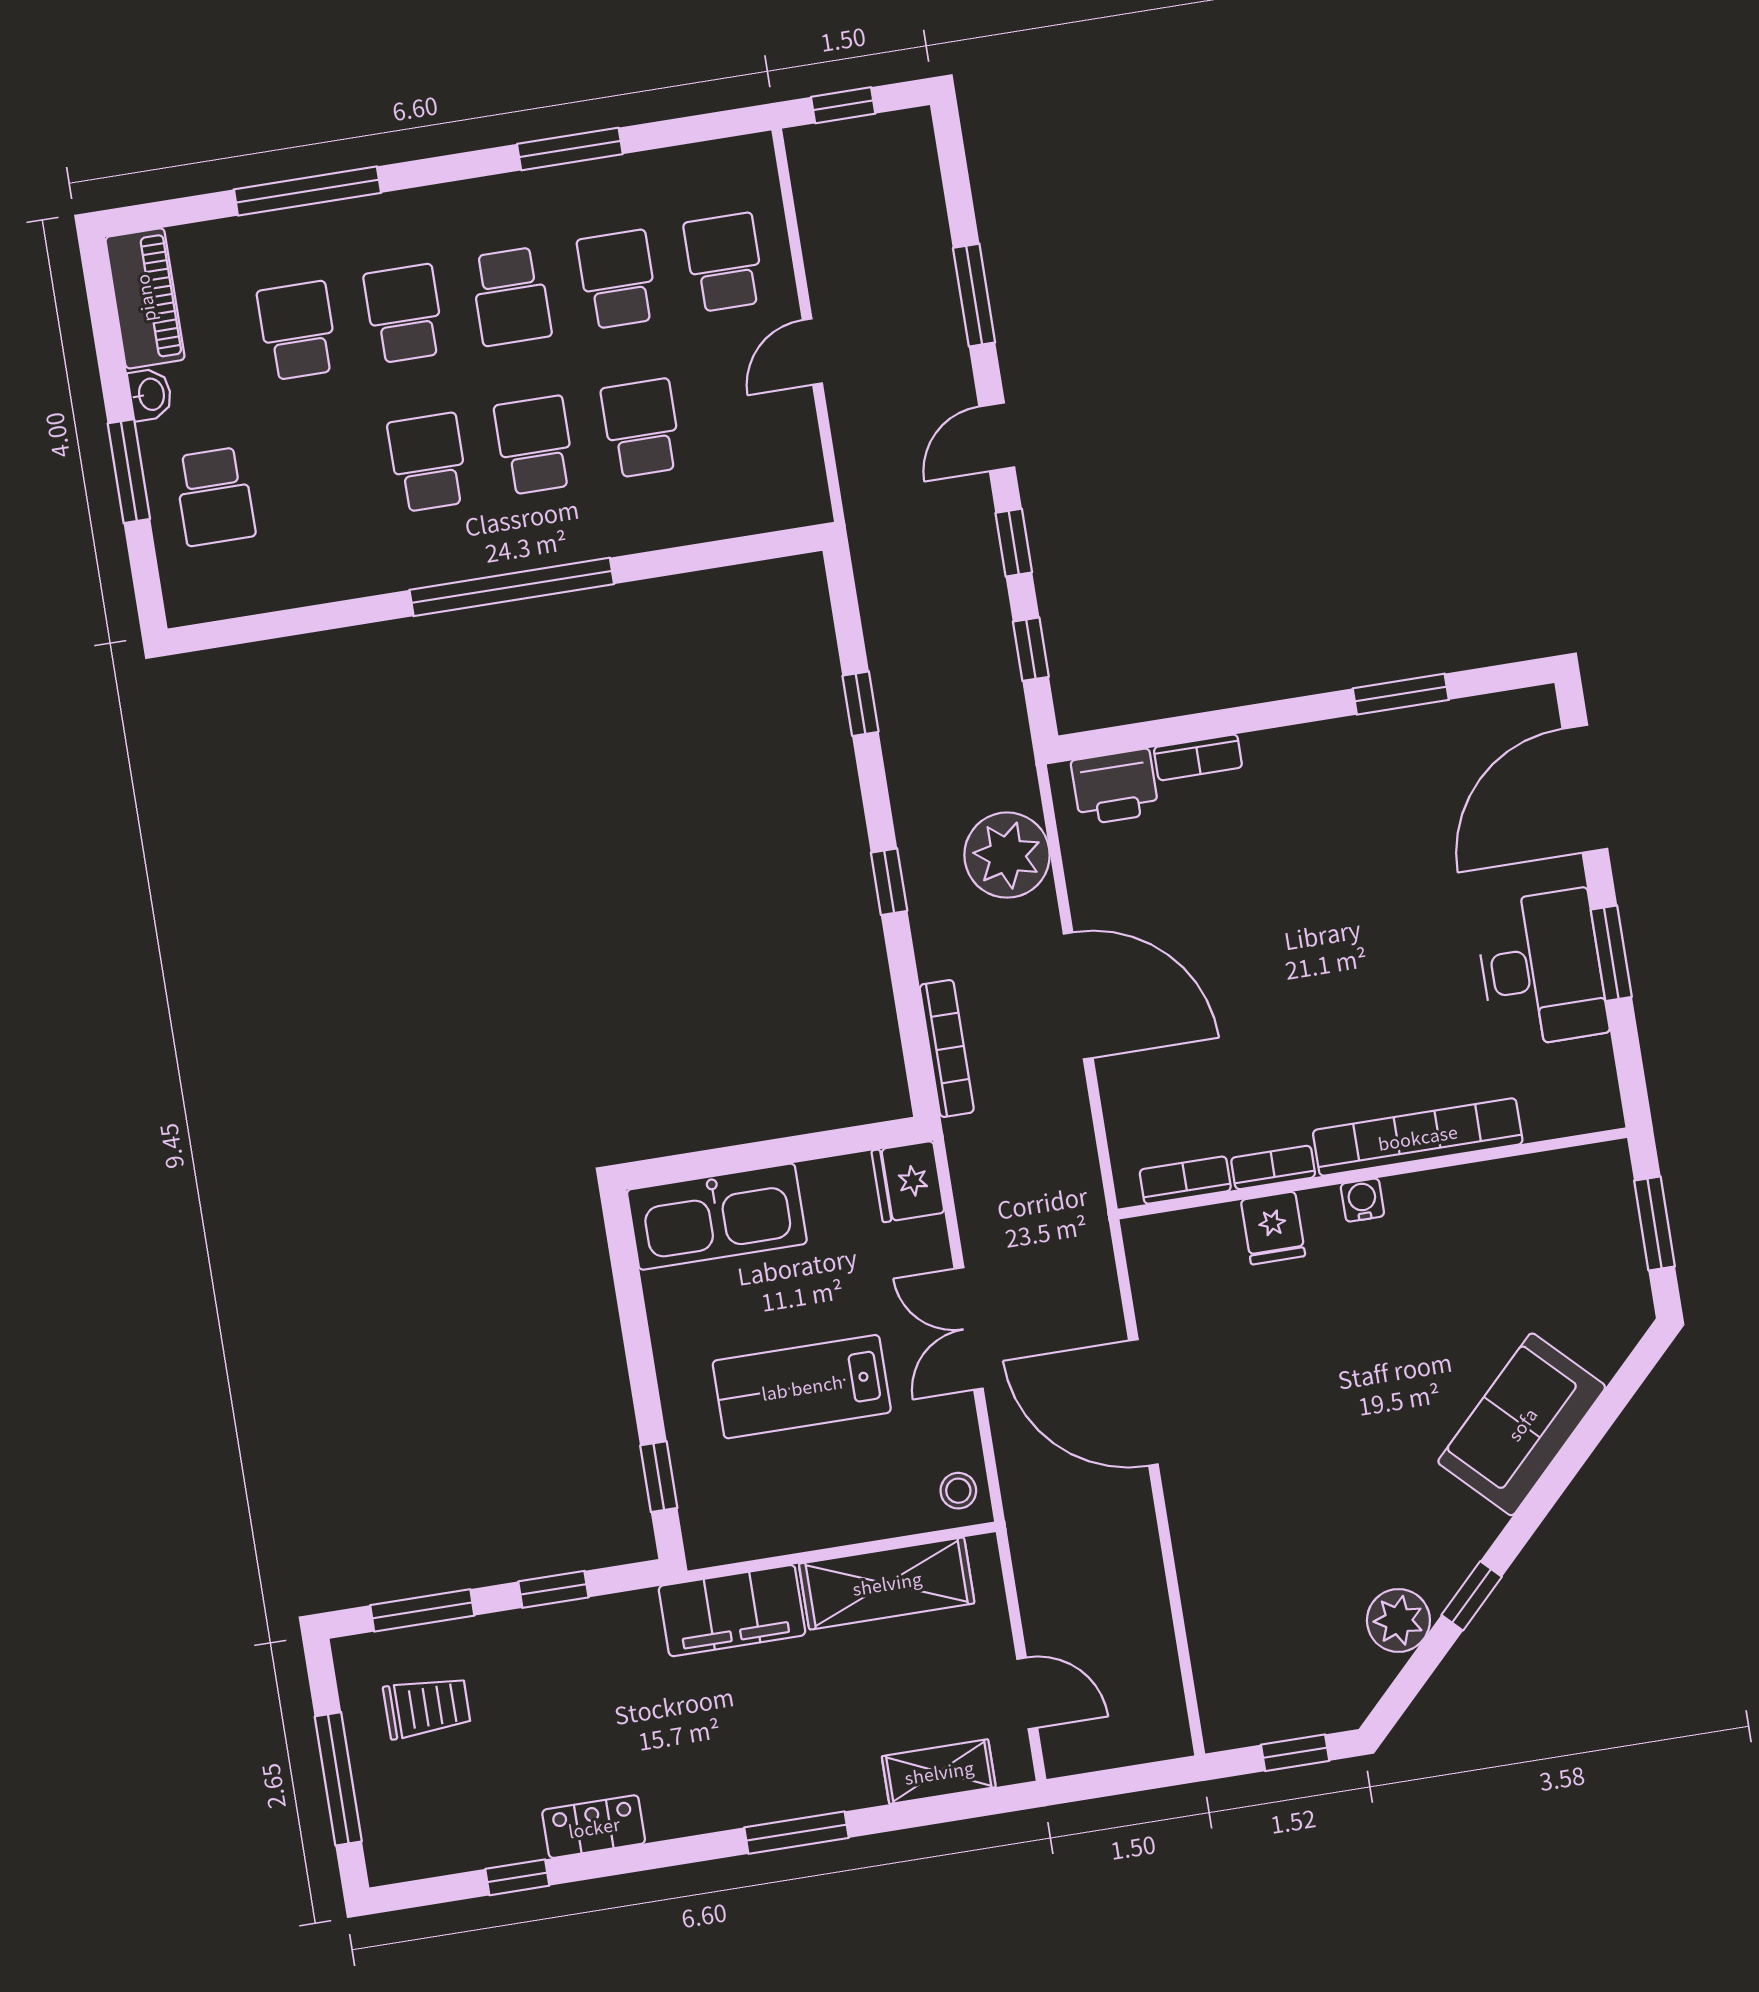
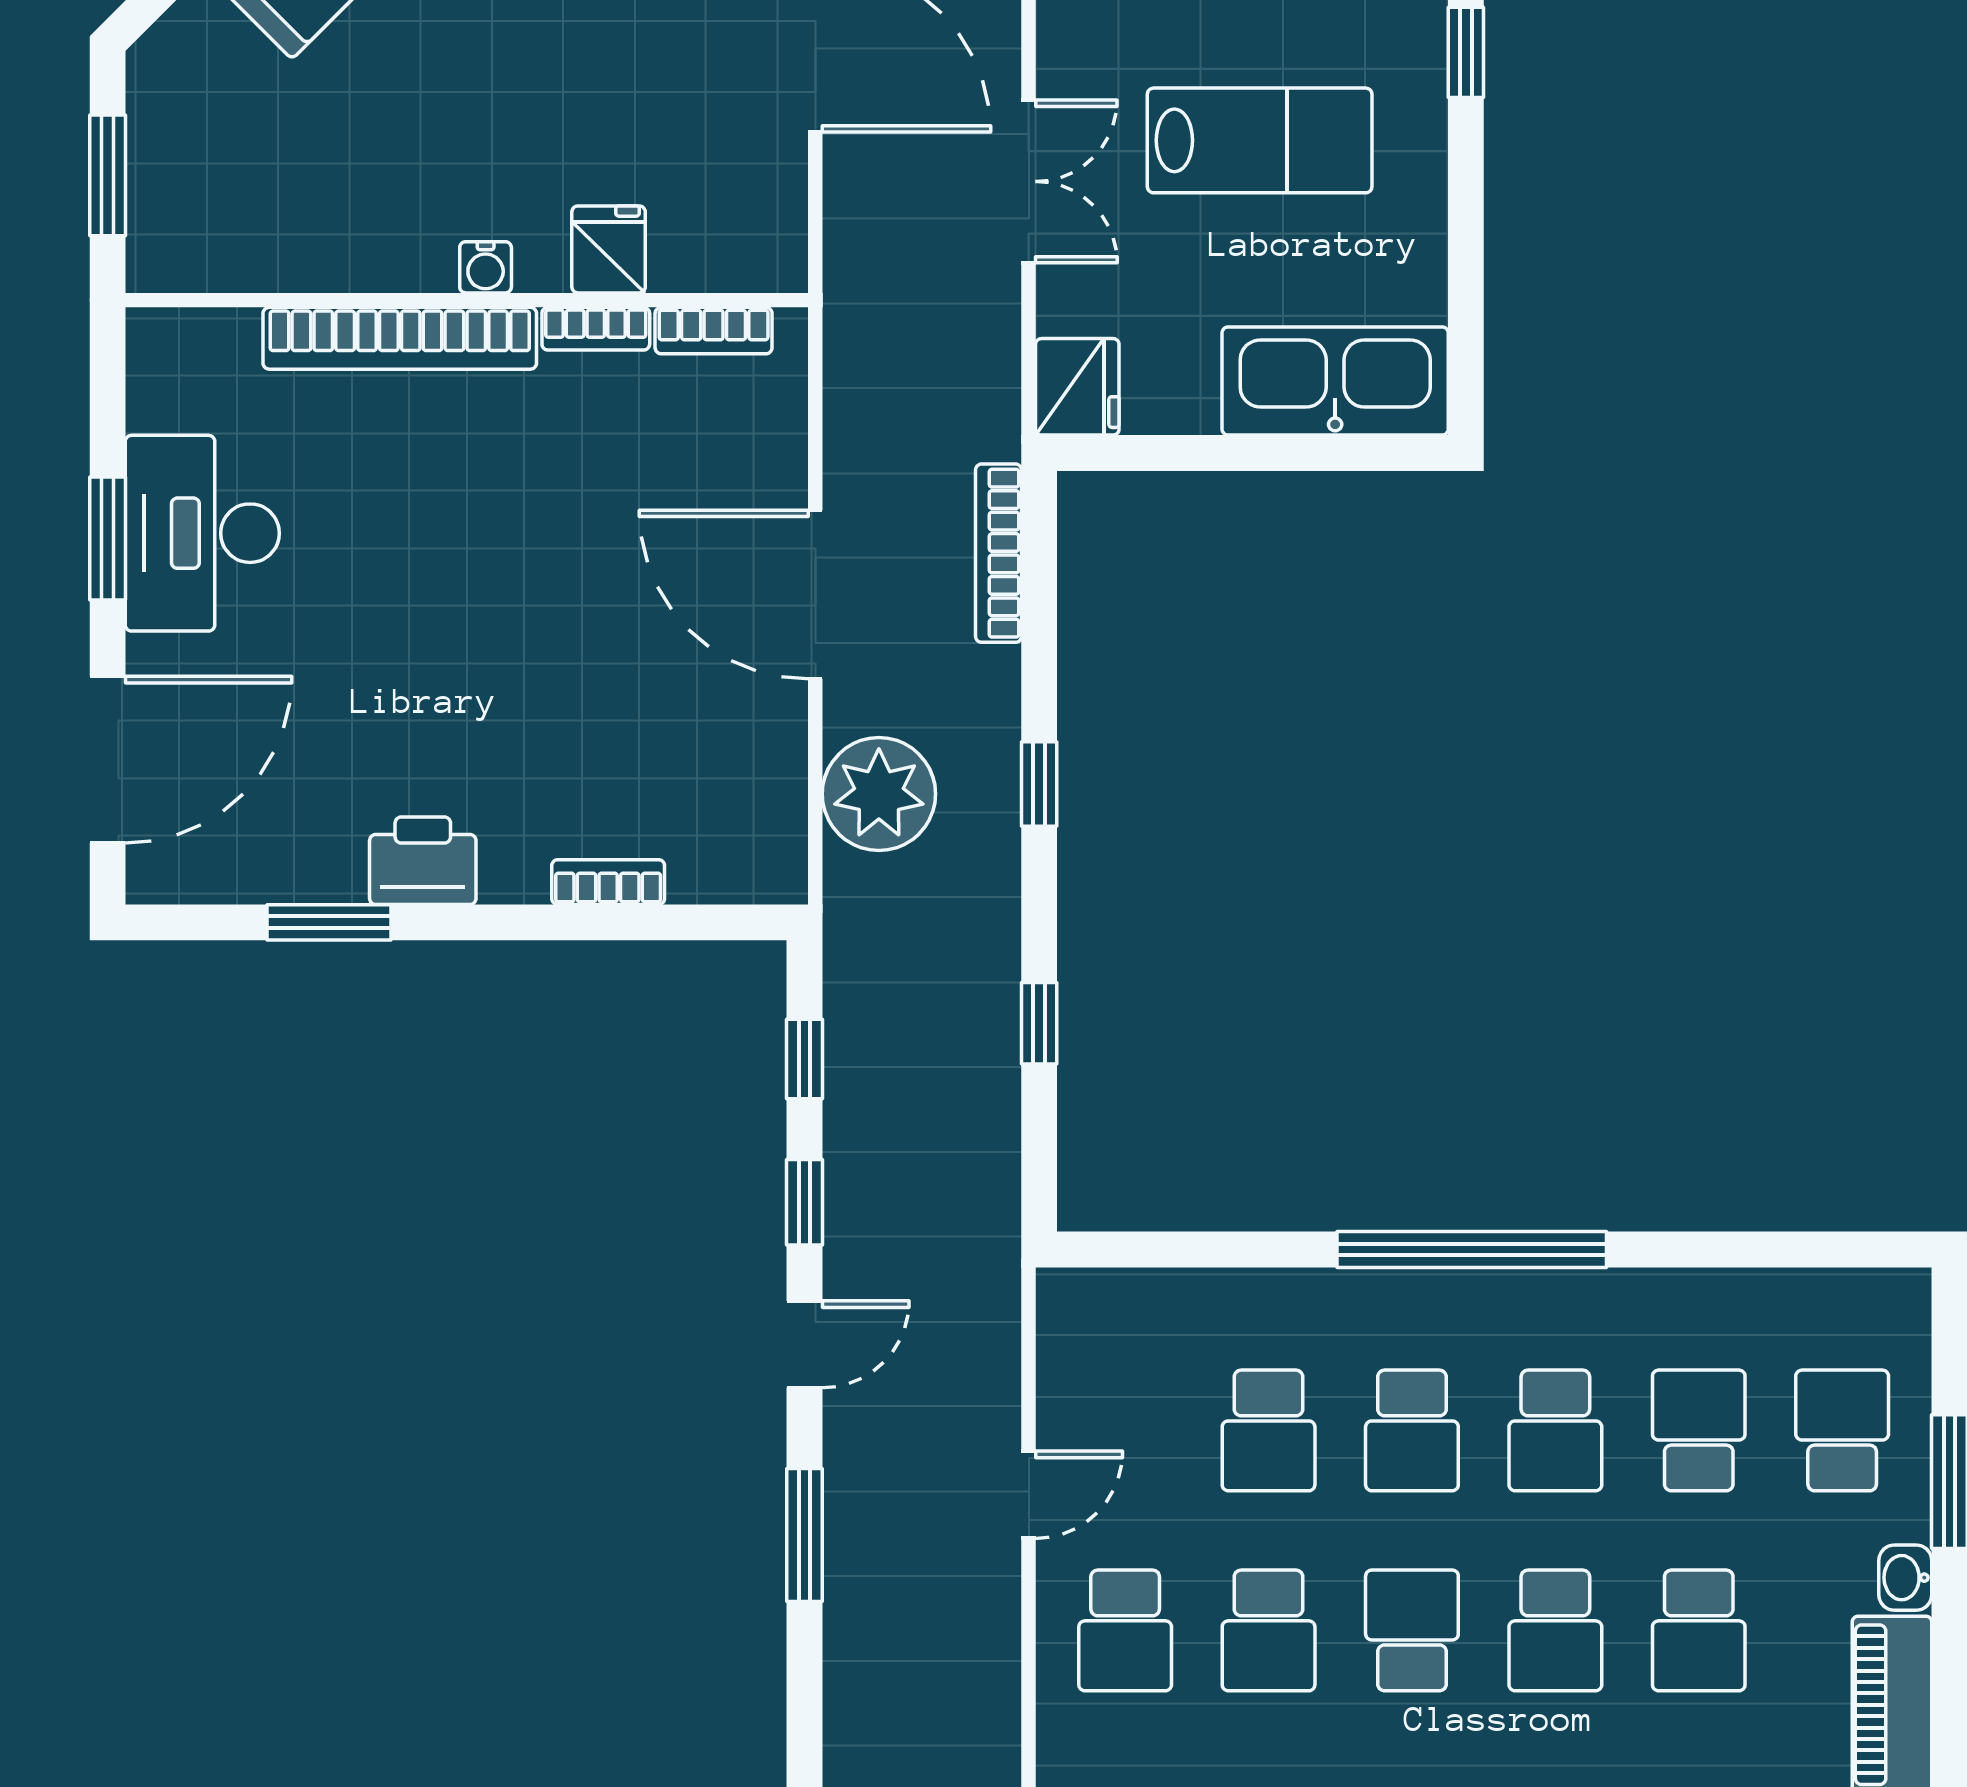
school desk: (321, 479) -> (1699, 1430), added
printer: (1115, 787) -> (423, 861), moved

